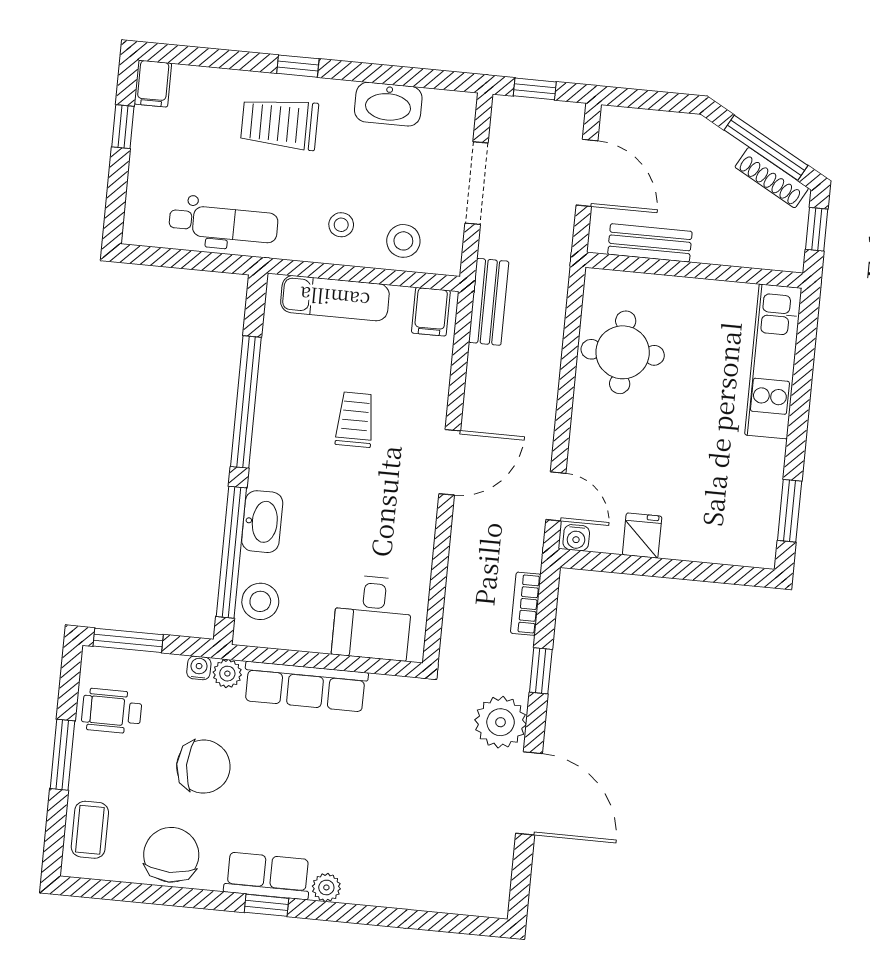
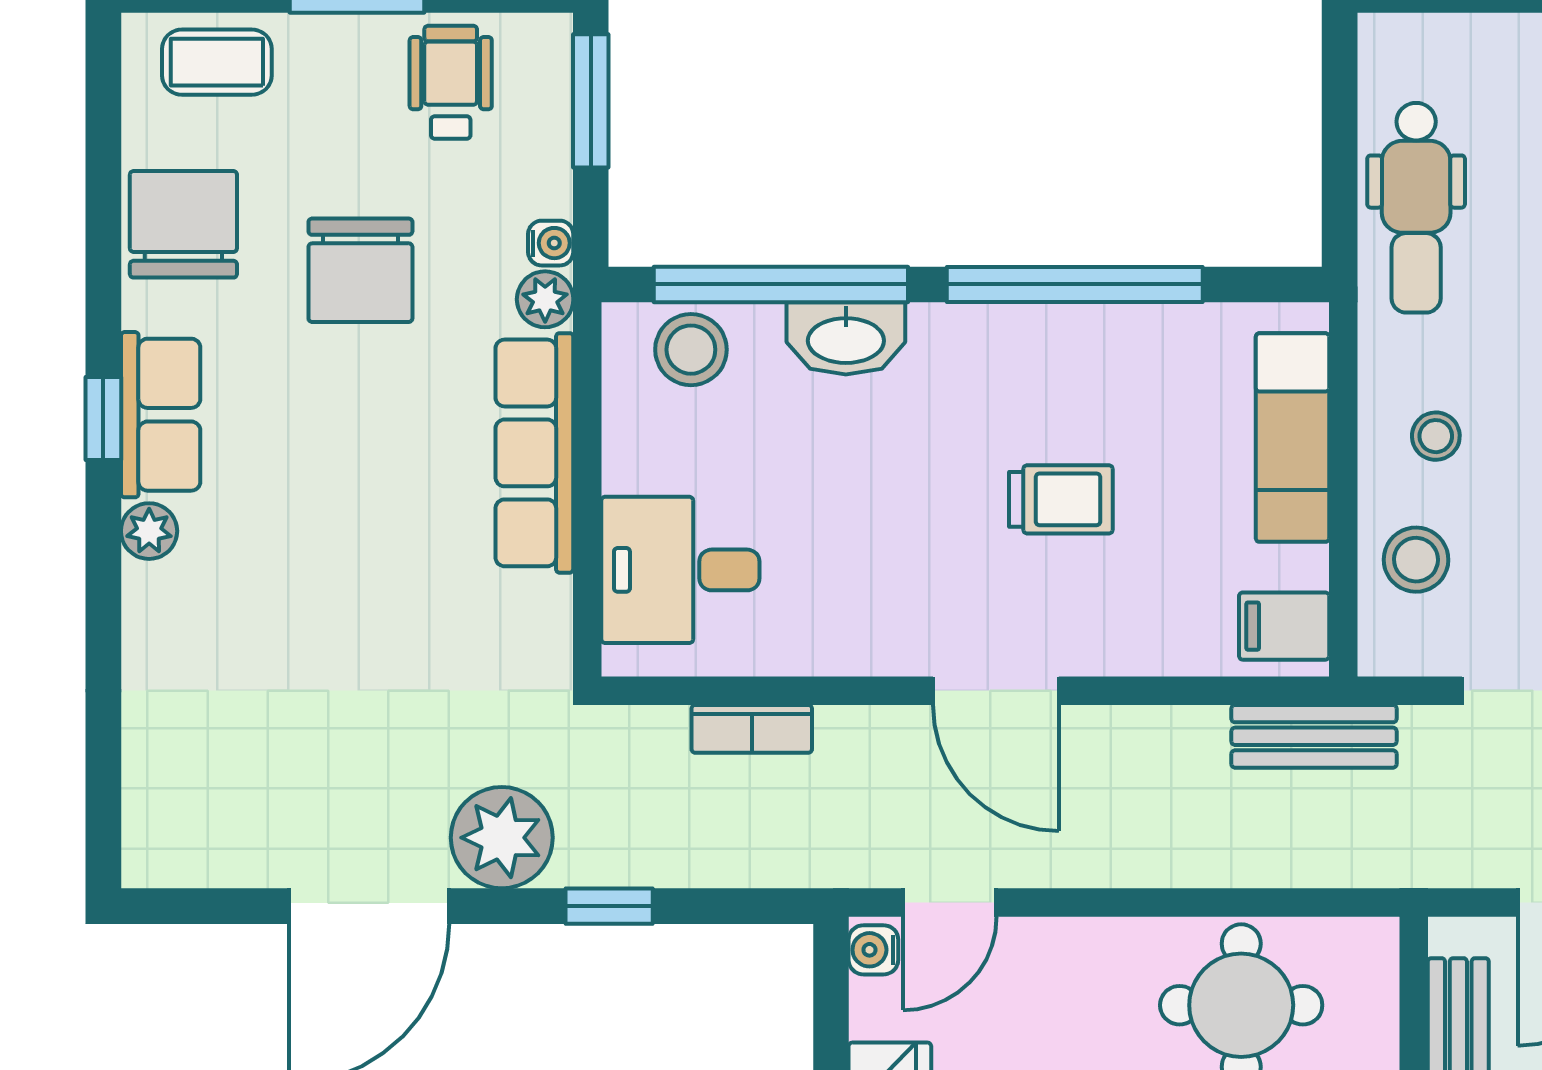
bookcase: (526, 604) -> (752, 729), moved, turned 180
chair: (171, 855) -> (183, 224), turned -90

